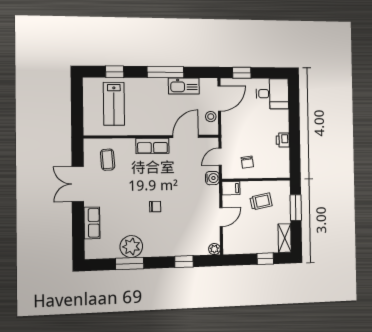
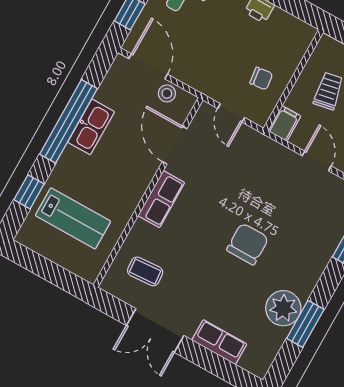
window: (165, 72) -> (68, 121), width x1.46
kitchen sink: (184, 86) -> (91, 127), moved
water cooler: (212, 178) -> (255, 141), removed
chair: (155, 207) -> (248, 244), width x1.87, depth x1.87

